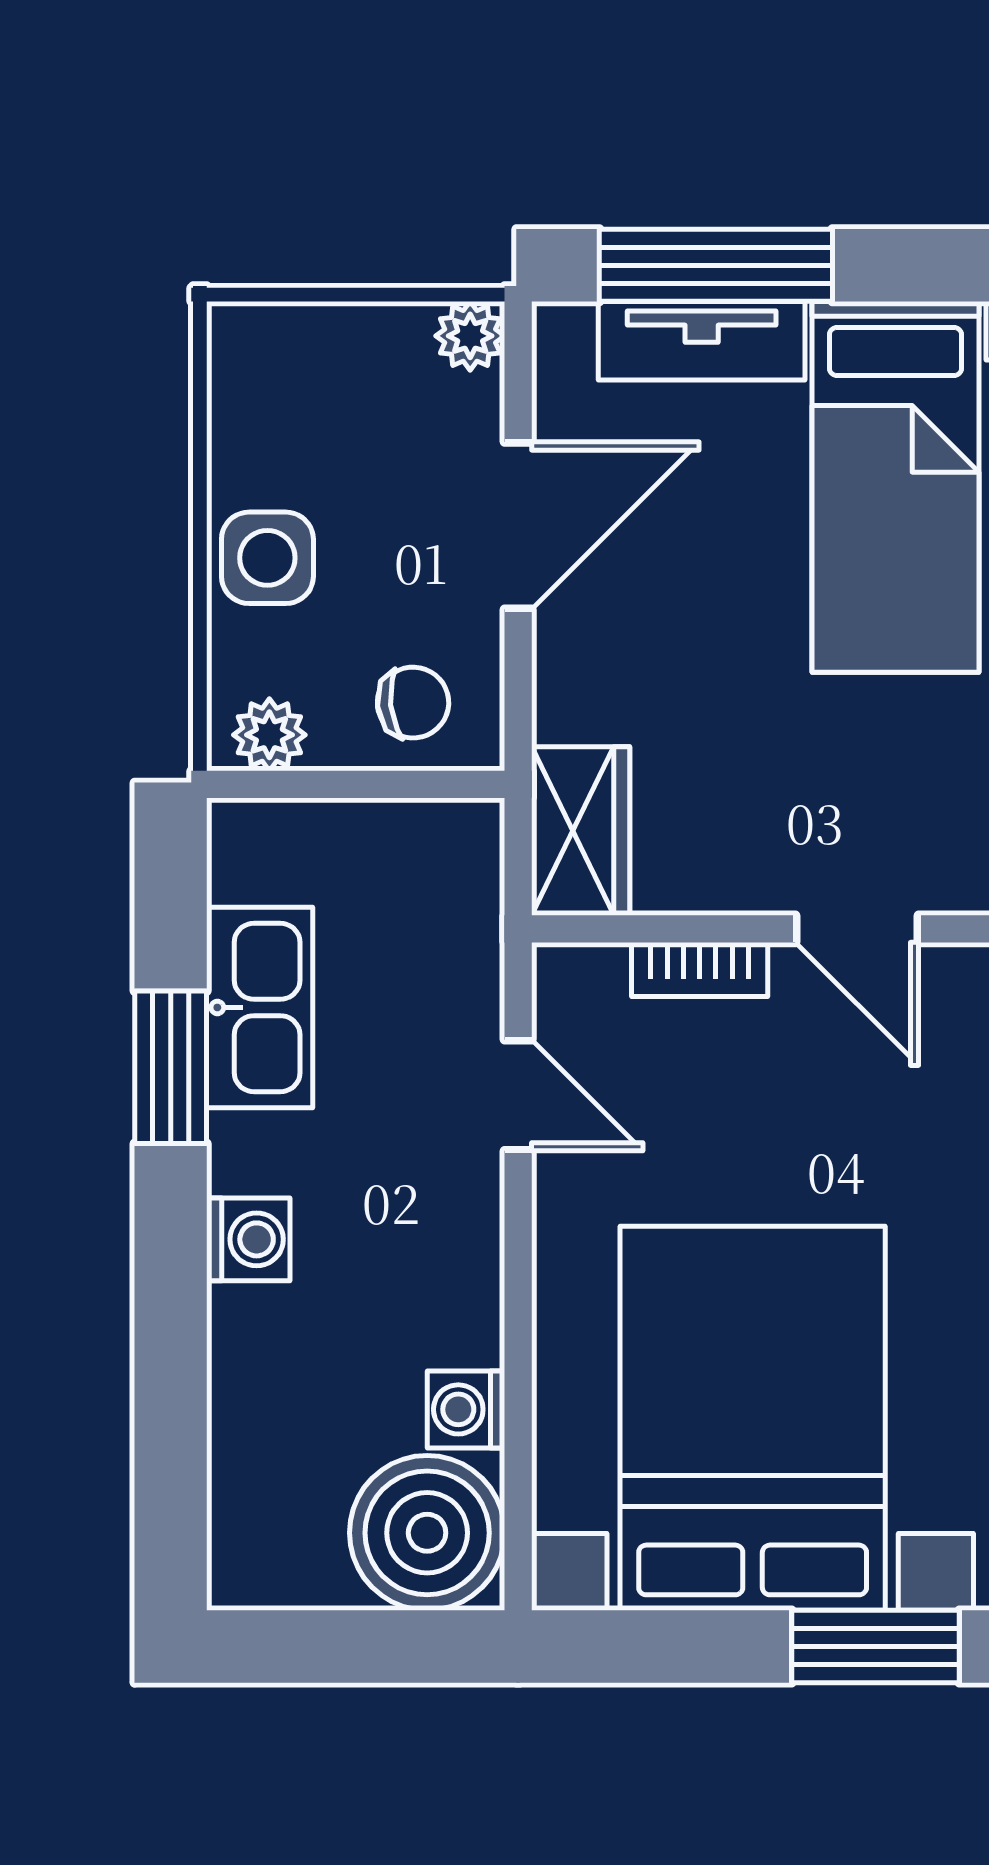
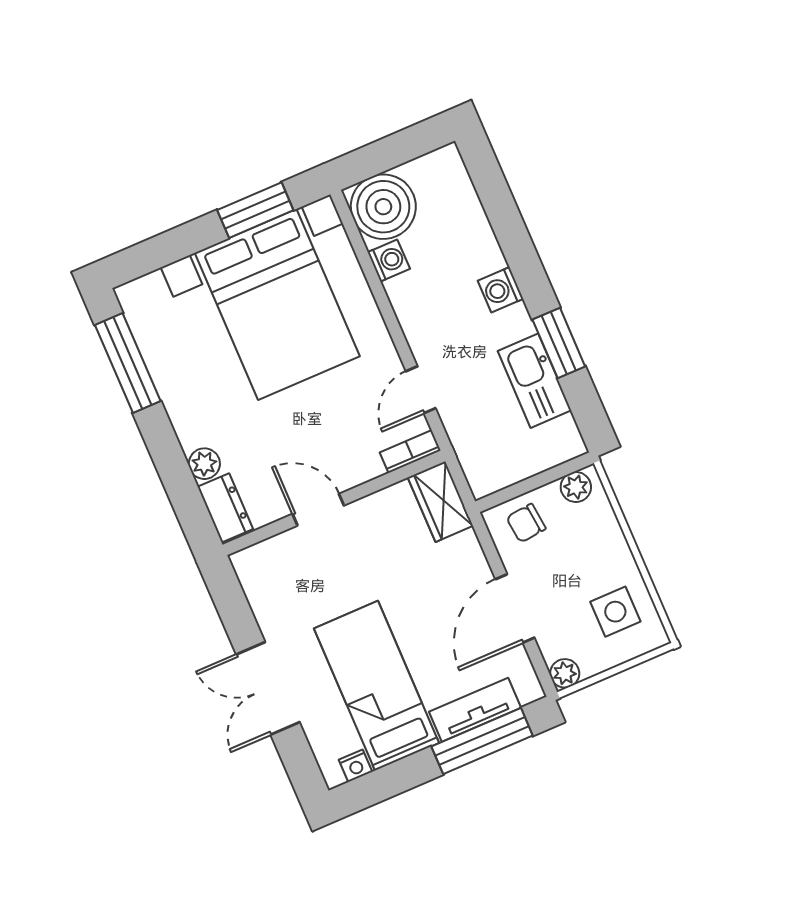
side table: (267, 558) -> (615, 612), moved
bookcase: (700, 970) -> (410, 451), moved
door: (518, 1095) -> (421, 390), hinge flipped
window: (876, 1646) -> (255, 210), moved

